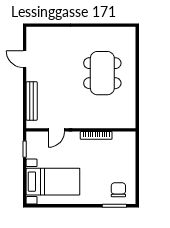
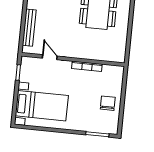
door: (56, 130) -> (50, 57), swing flipped
chair: (118, 190) -> (108, 103), moved

